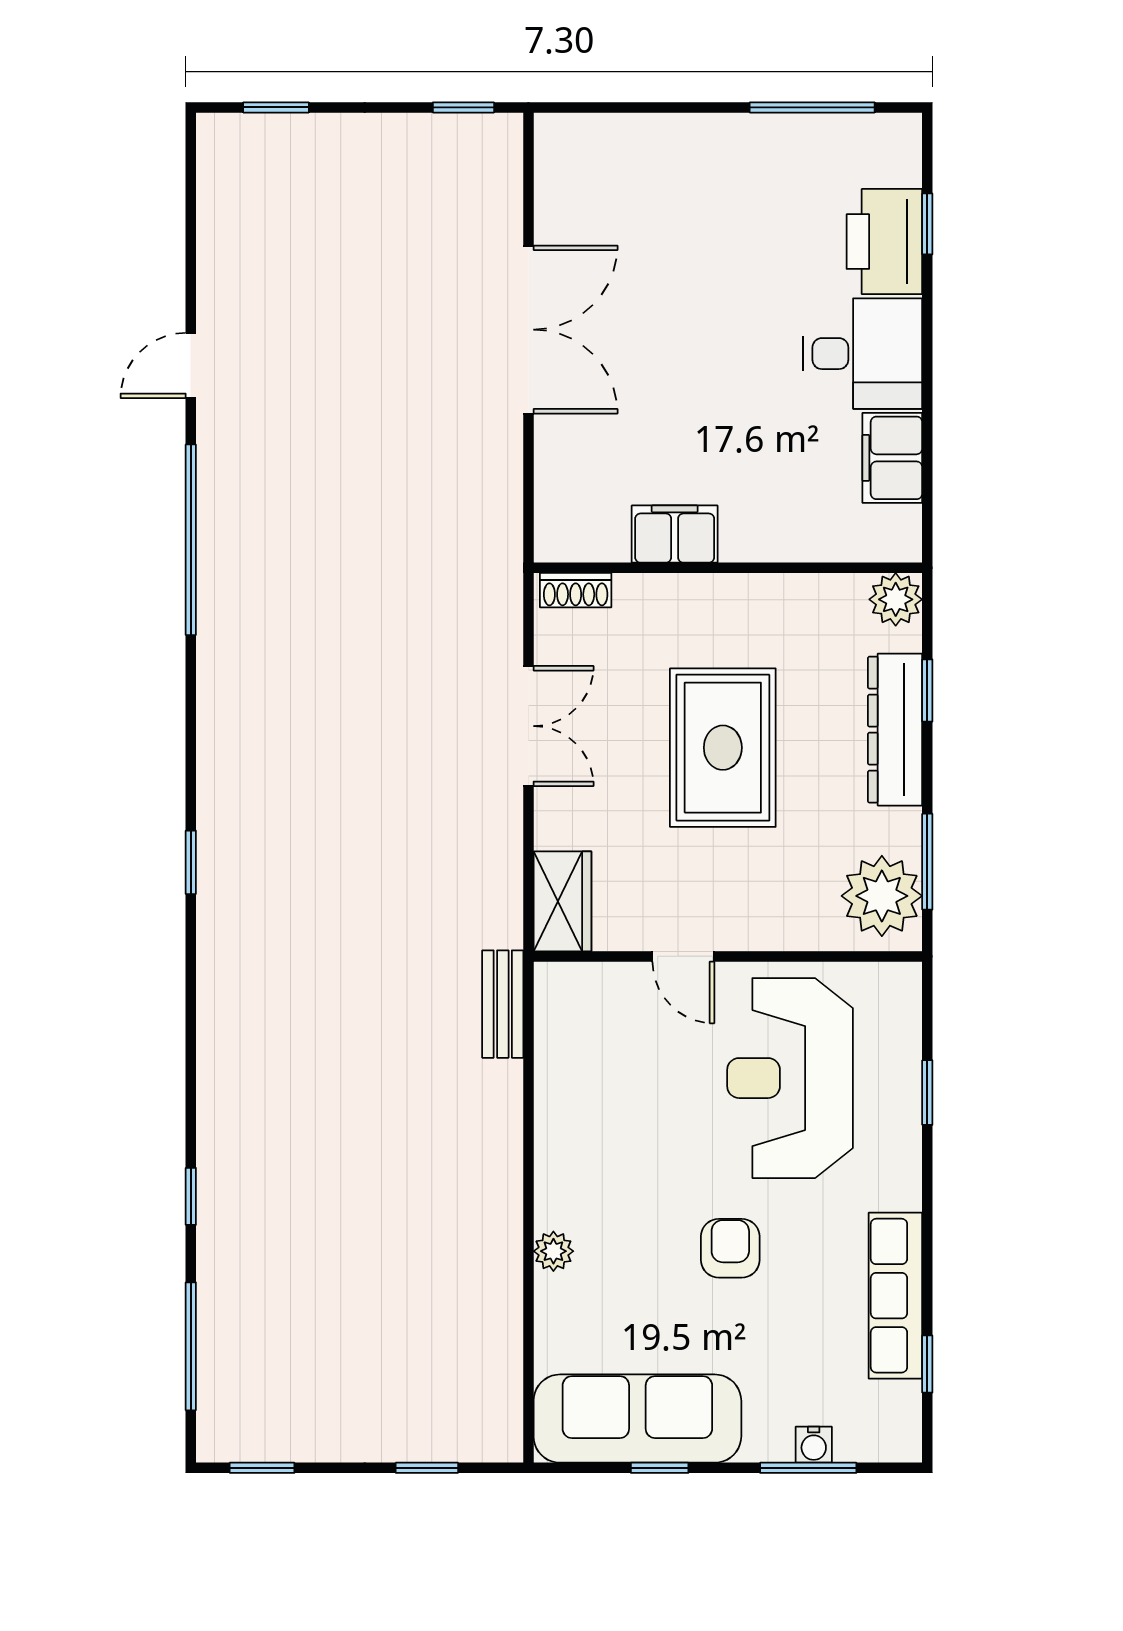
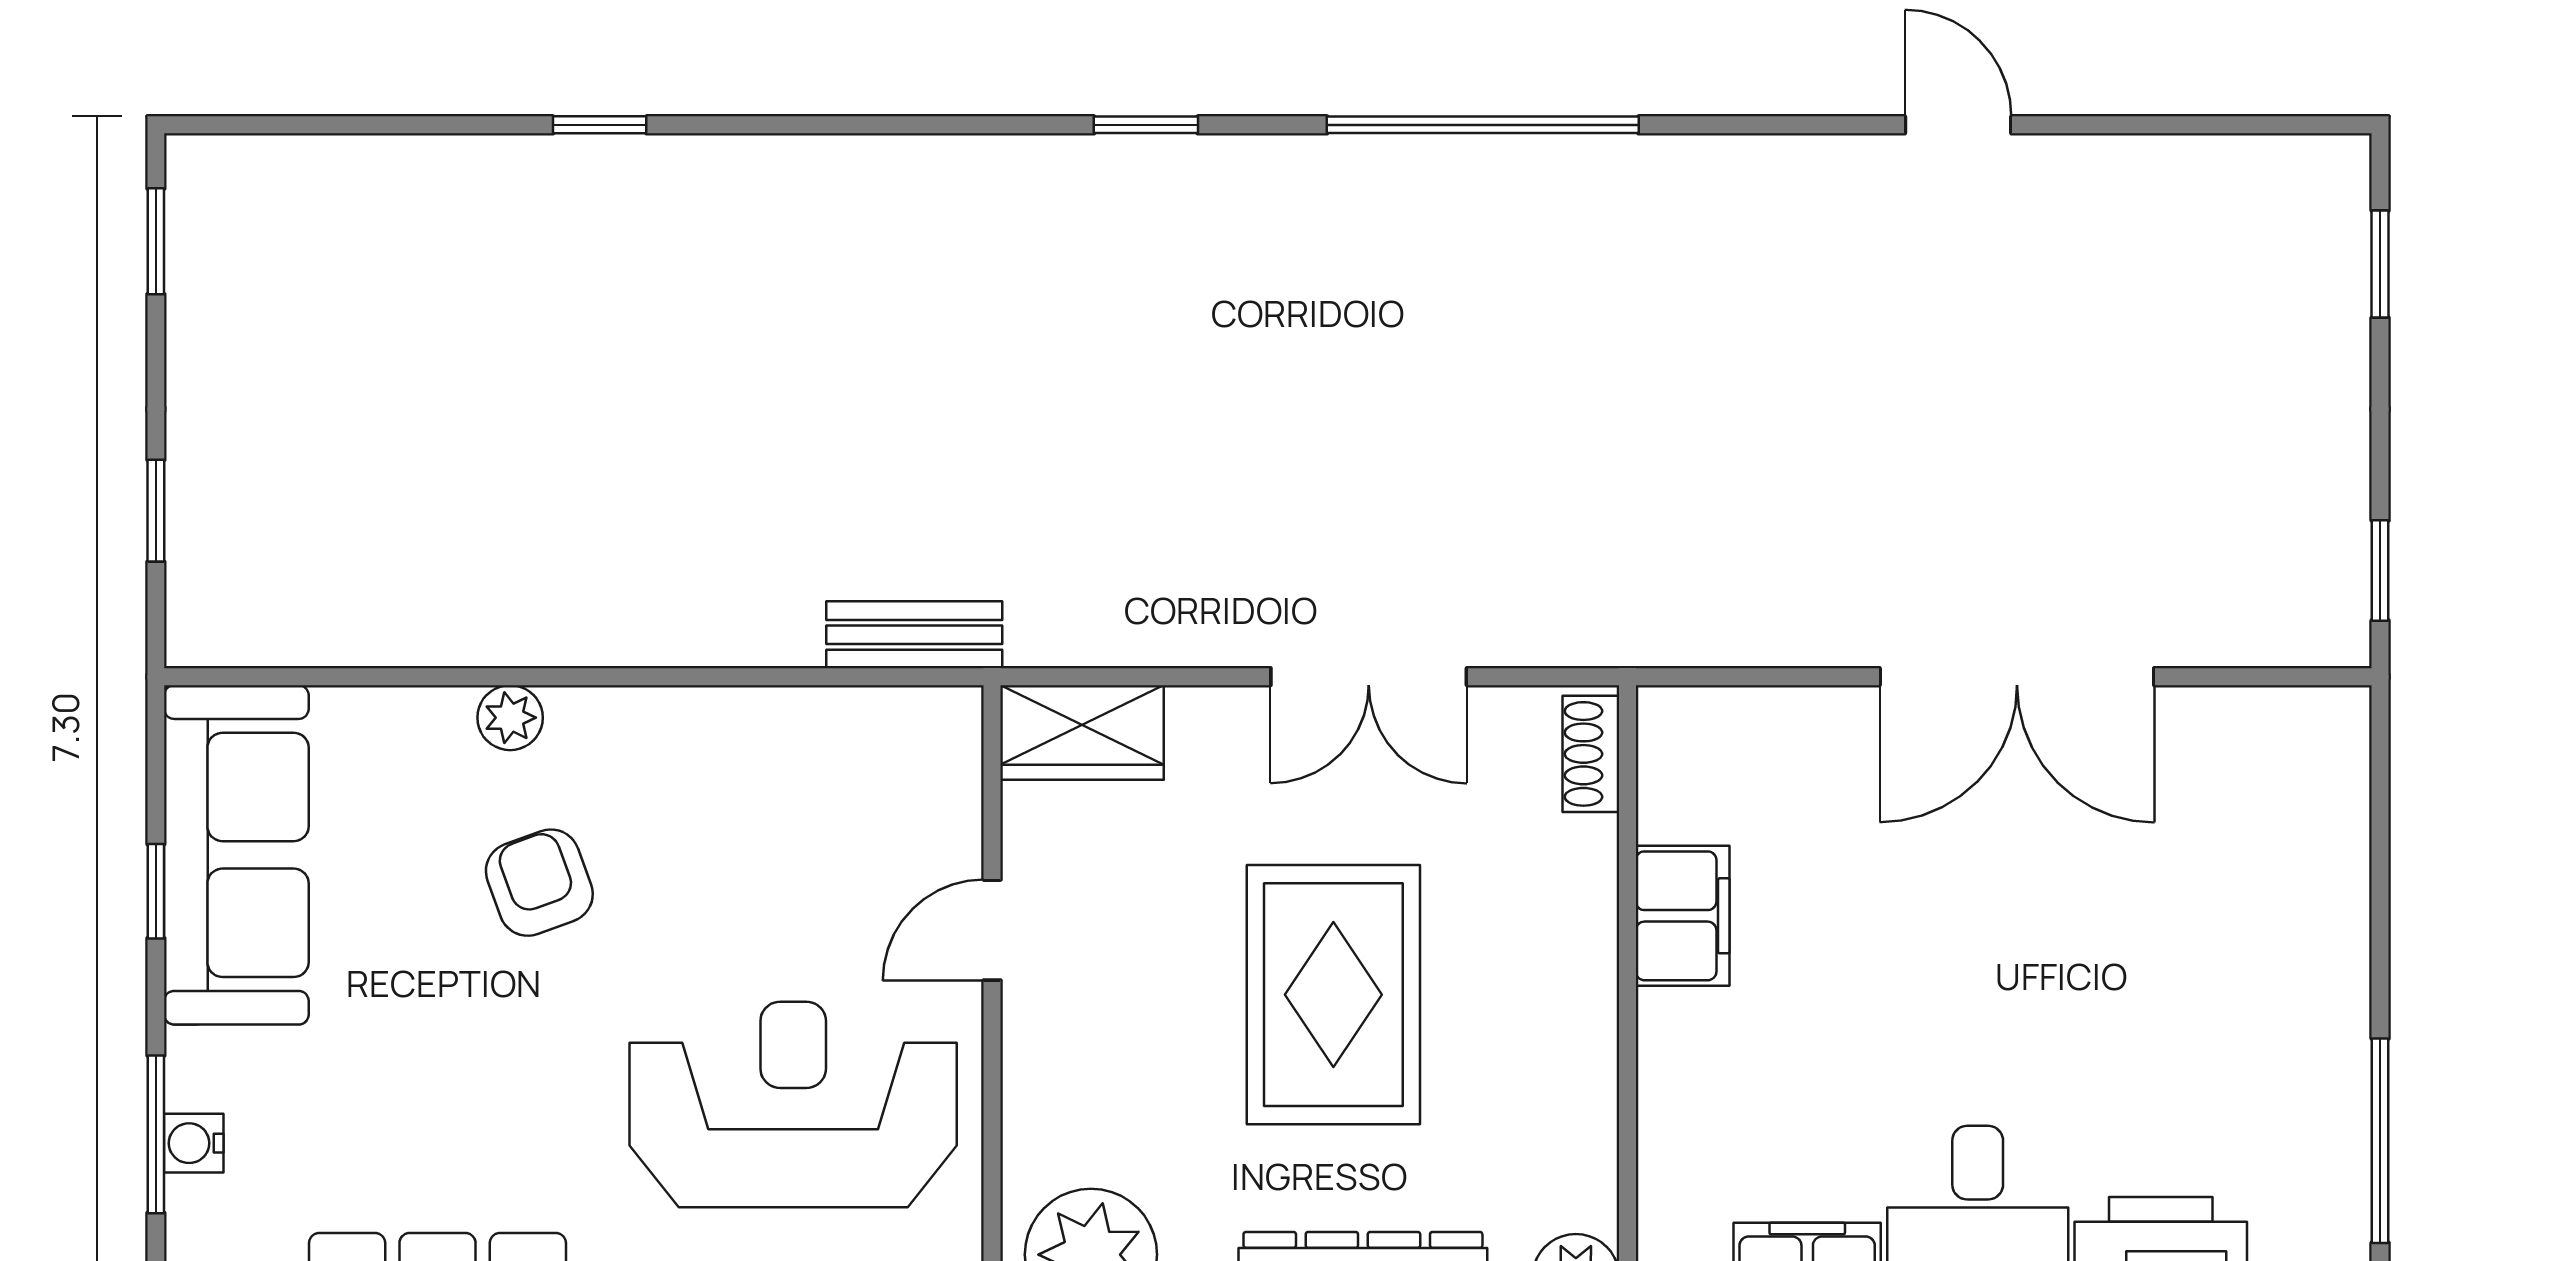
window: (191, 540) -> (1483, 125), moved
rug: (723, 748) -> (1333, 995), turned 90
armchair: (730, 1248) -> (539, 883), moved, turned -110
window: (191, 1346) -> (355, 125), removed

